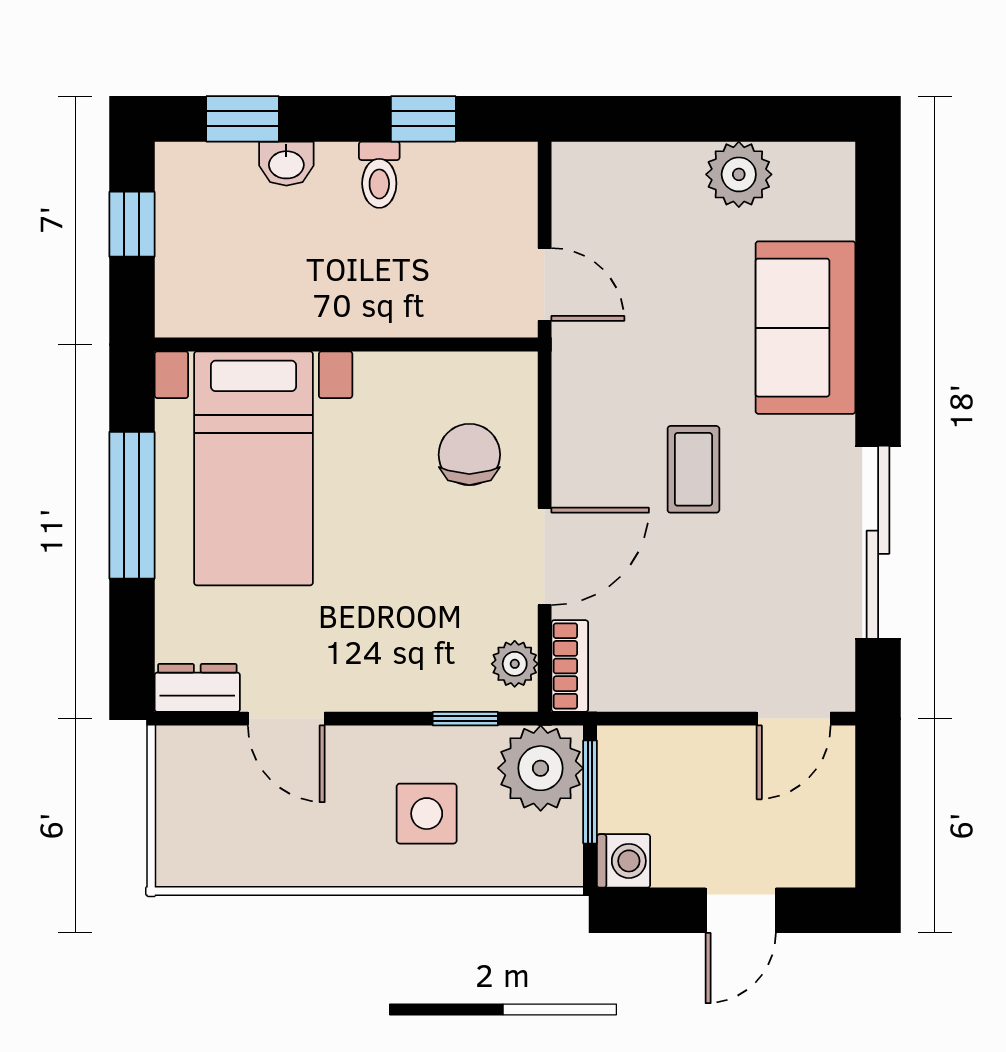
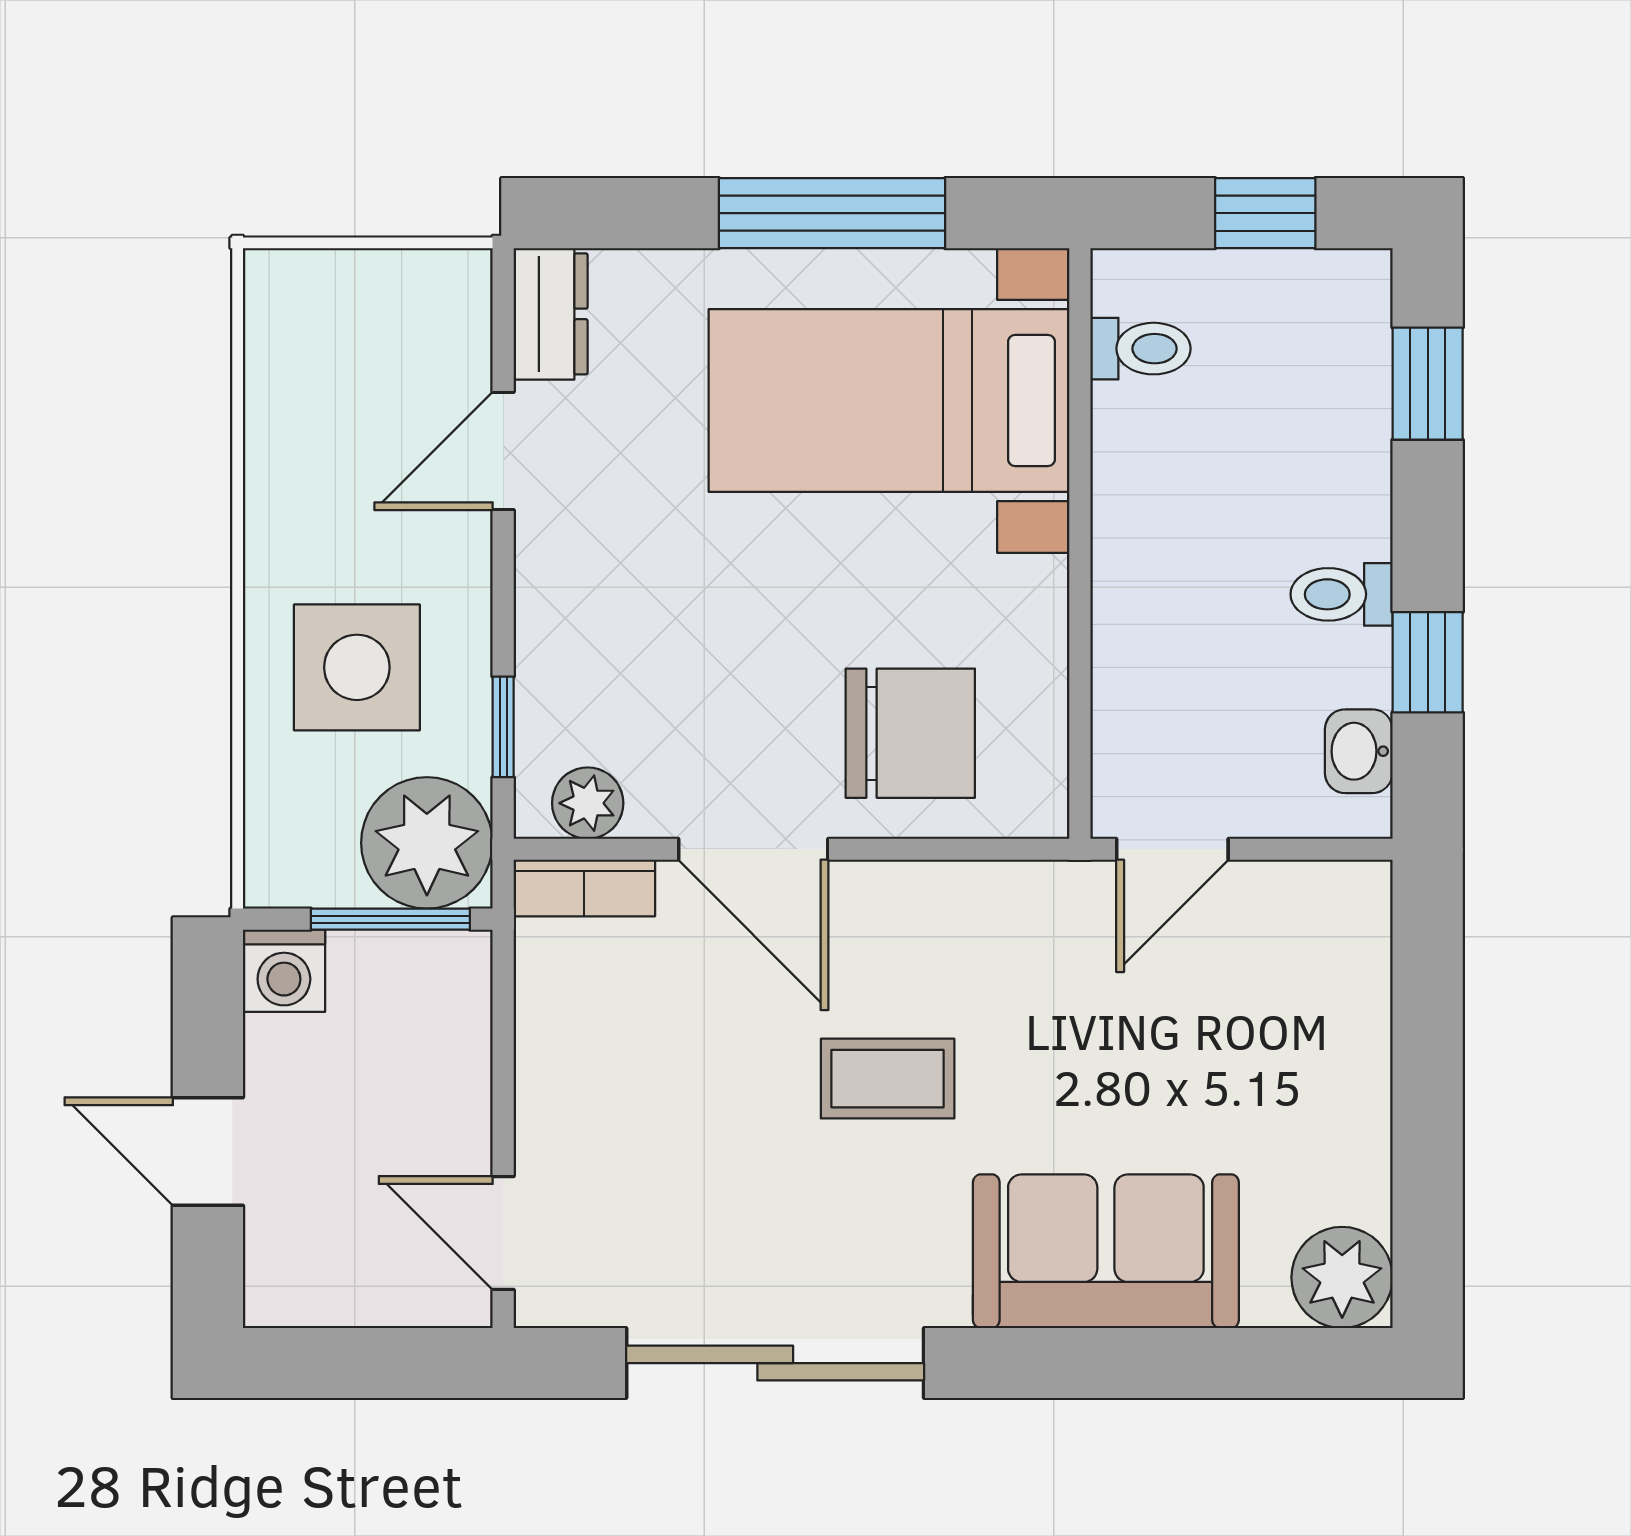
washbasin: (286, 164) -> (1359, 751), moved
plant: (739, 174) -> (1342, 1277), moved
toilet: (220, 305) -> (1140, 349), added
chair: (469, 455) -> (910, 733), width x1.37, depth x1.37
side table: (427, 814) -> (357, 667), width x1.37, depth x1.37

